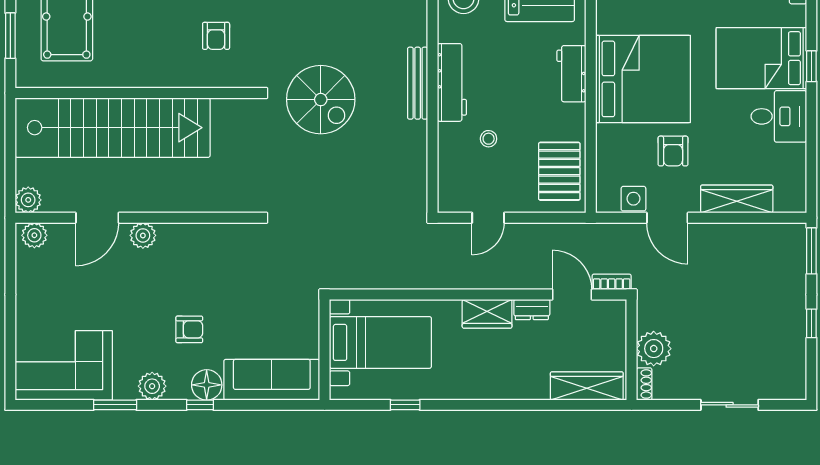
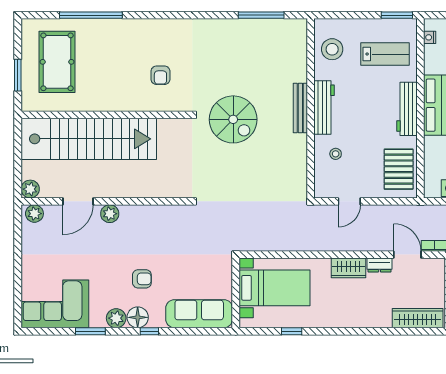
workbench: (571, 74) -> (407, 109), width x1.38
stool: (489, 139) -> (336, 154), moved
floor lamp: (207, 385) -> (138, 317), moved

